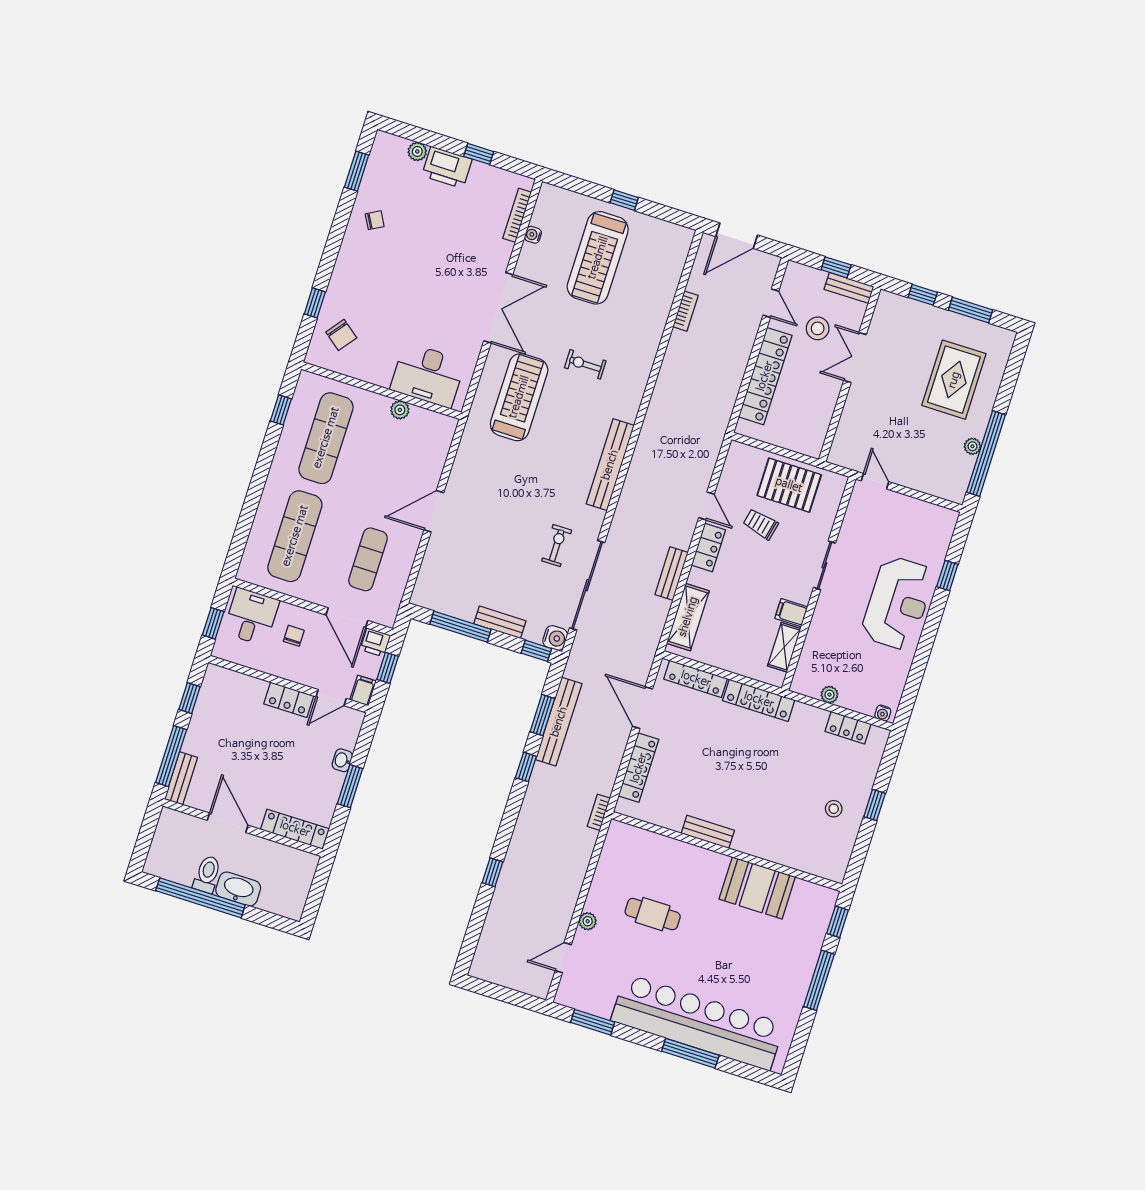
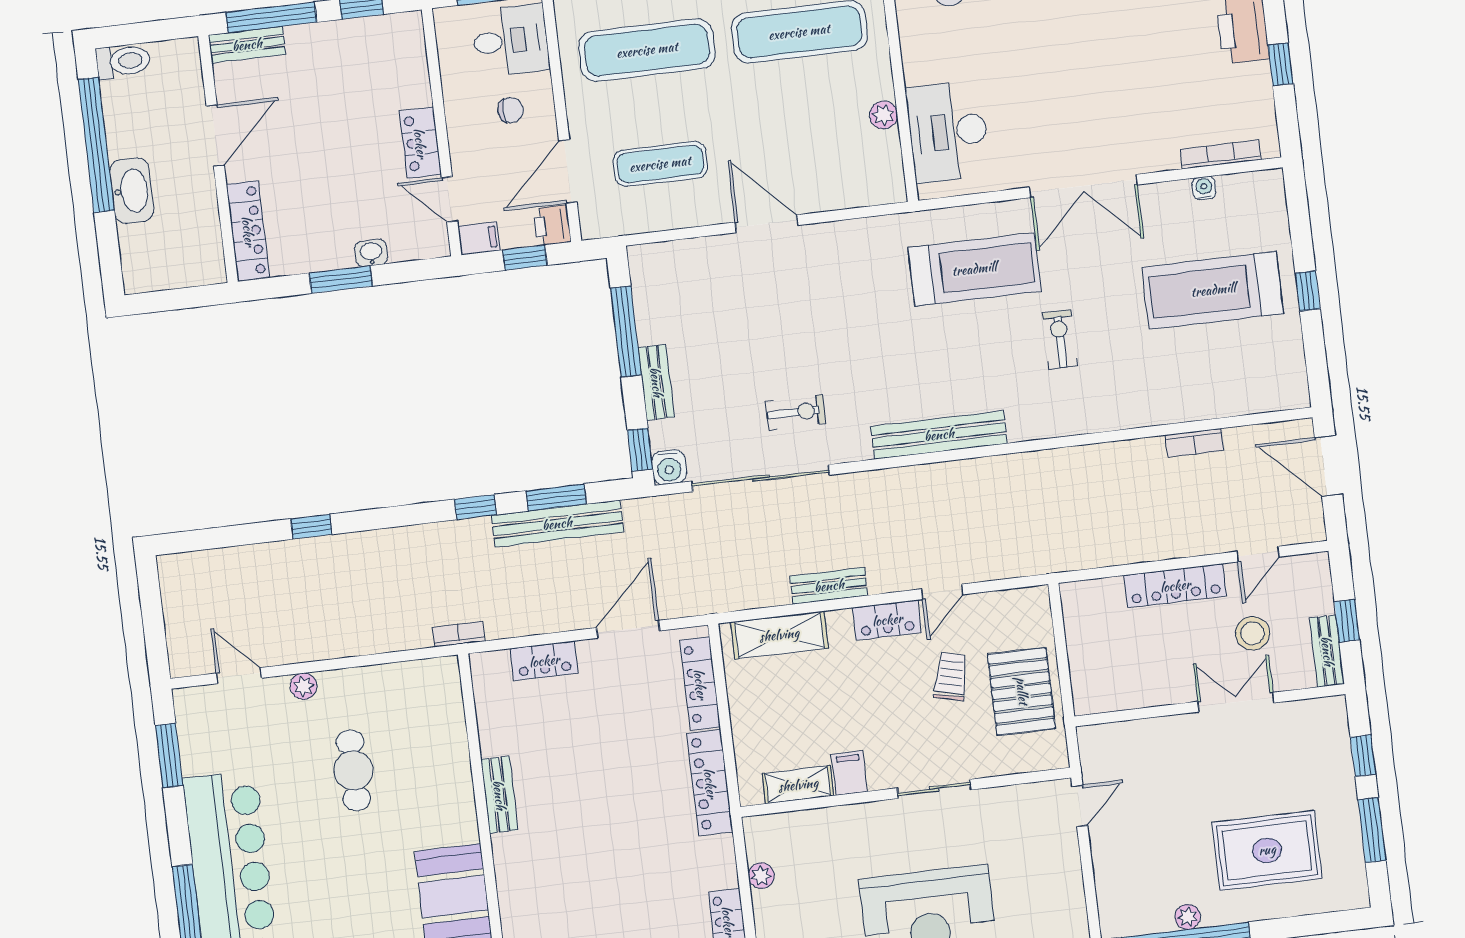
locker: (765, 376) -> (1175, 586), width x0.71, depth x0.83
locker: (639, 768) -> (544, 661), width x0.66
toilet: (207, 874) -> (123, 61), moved

